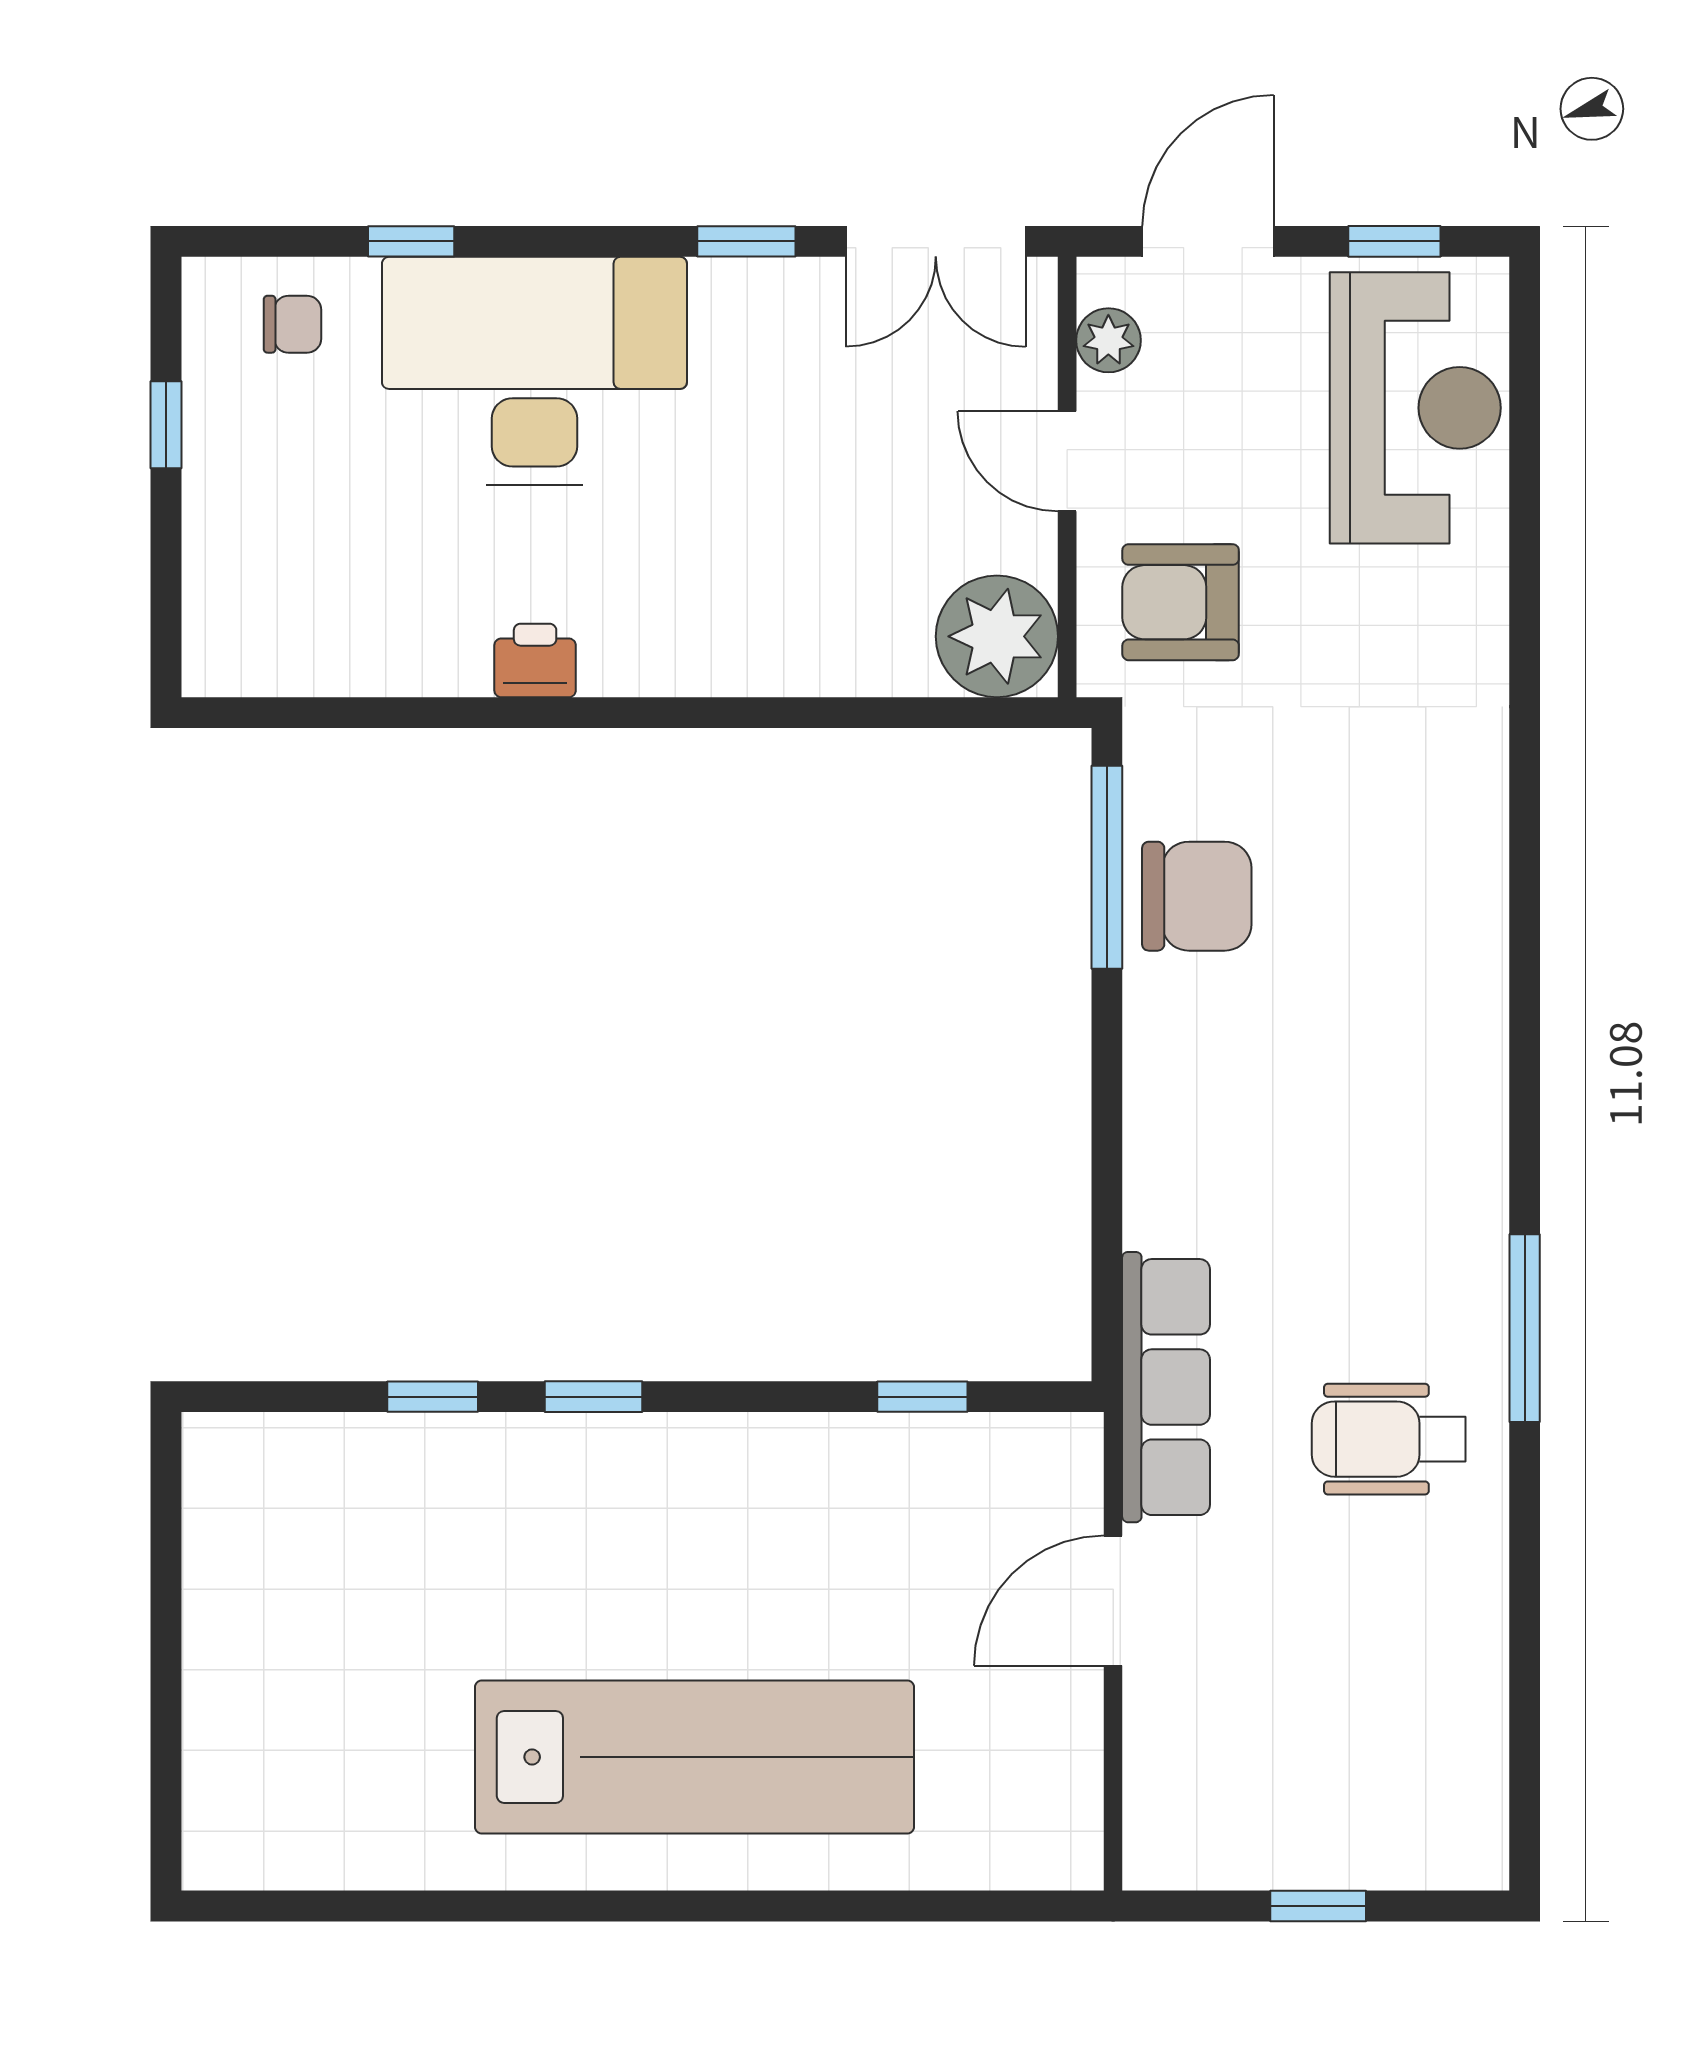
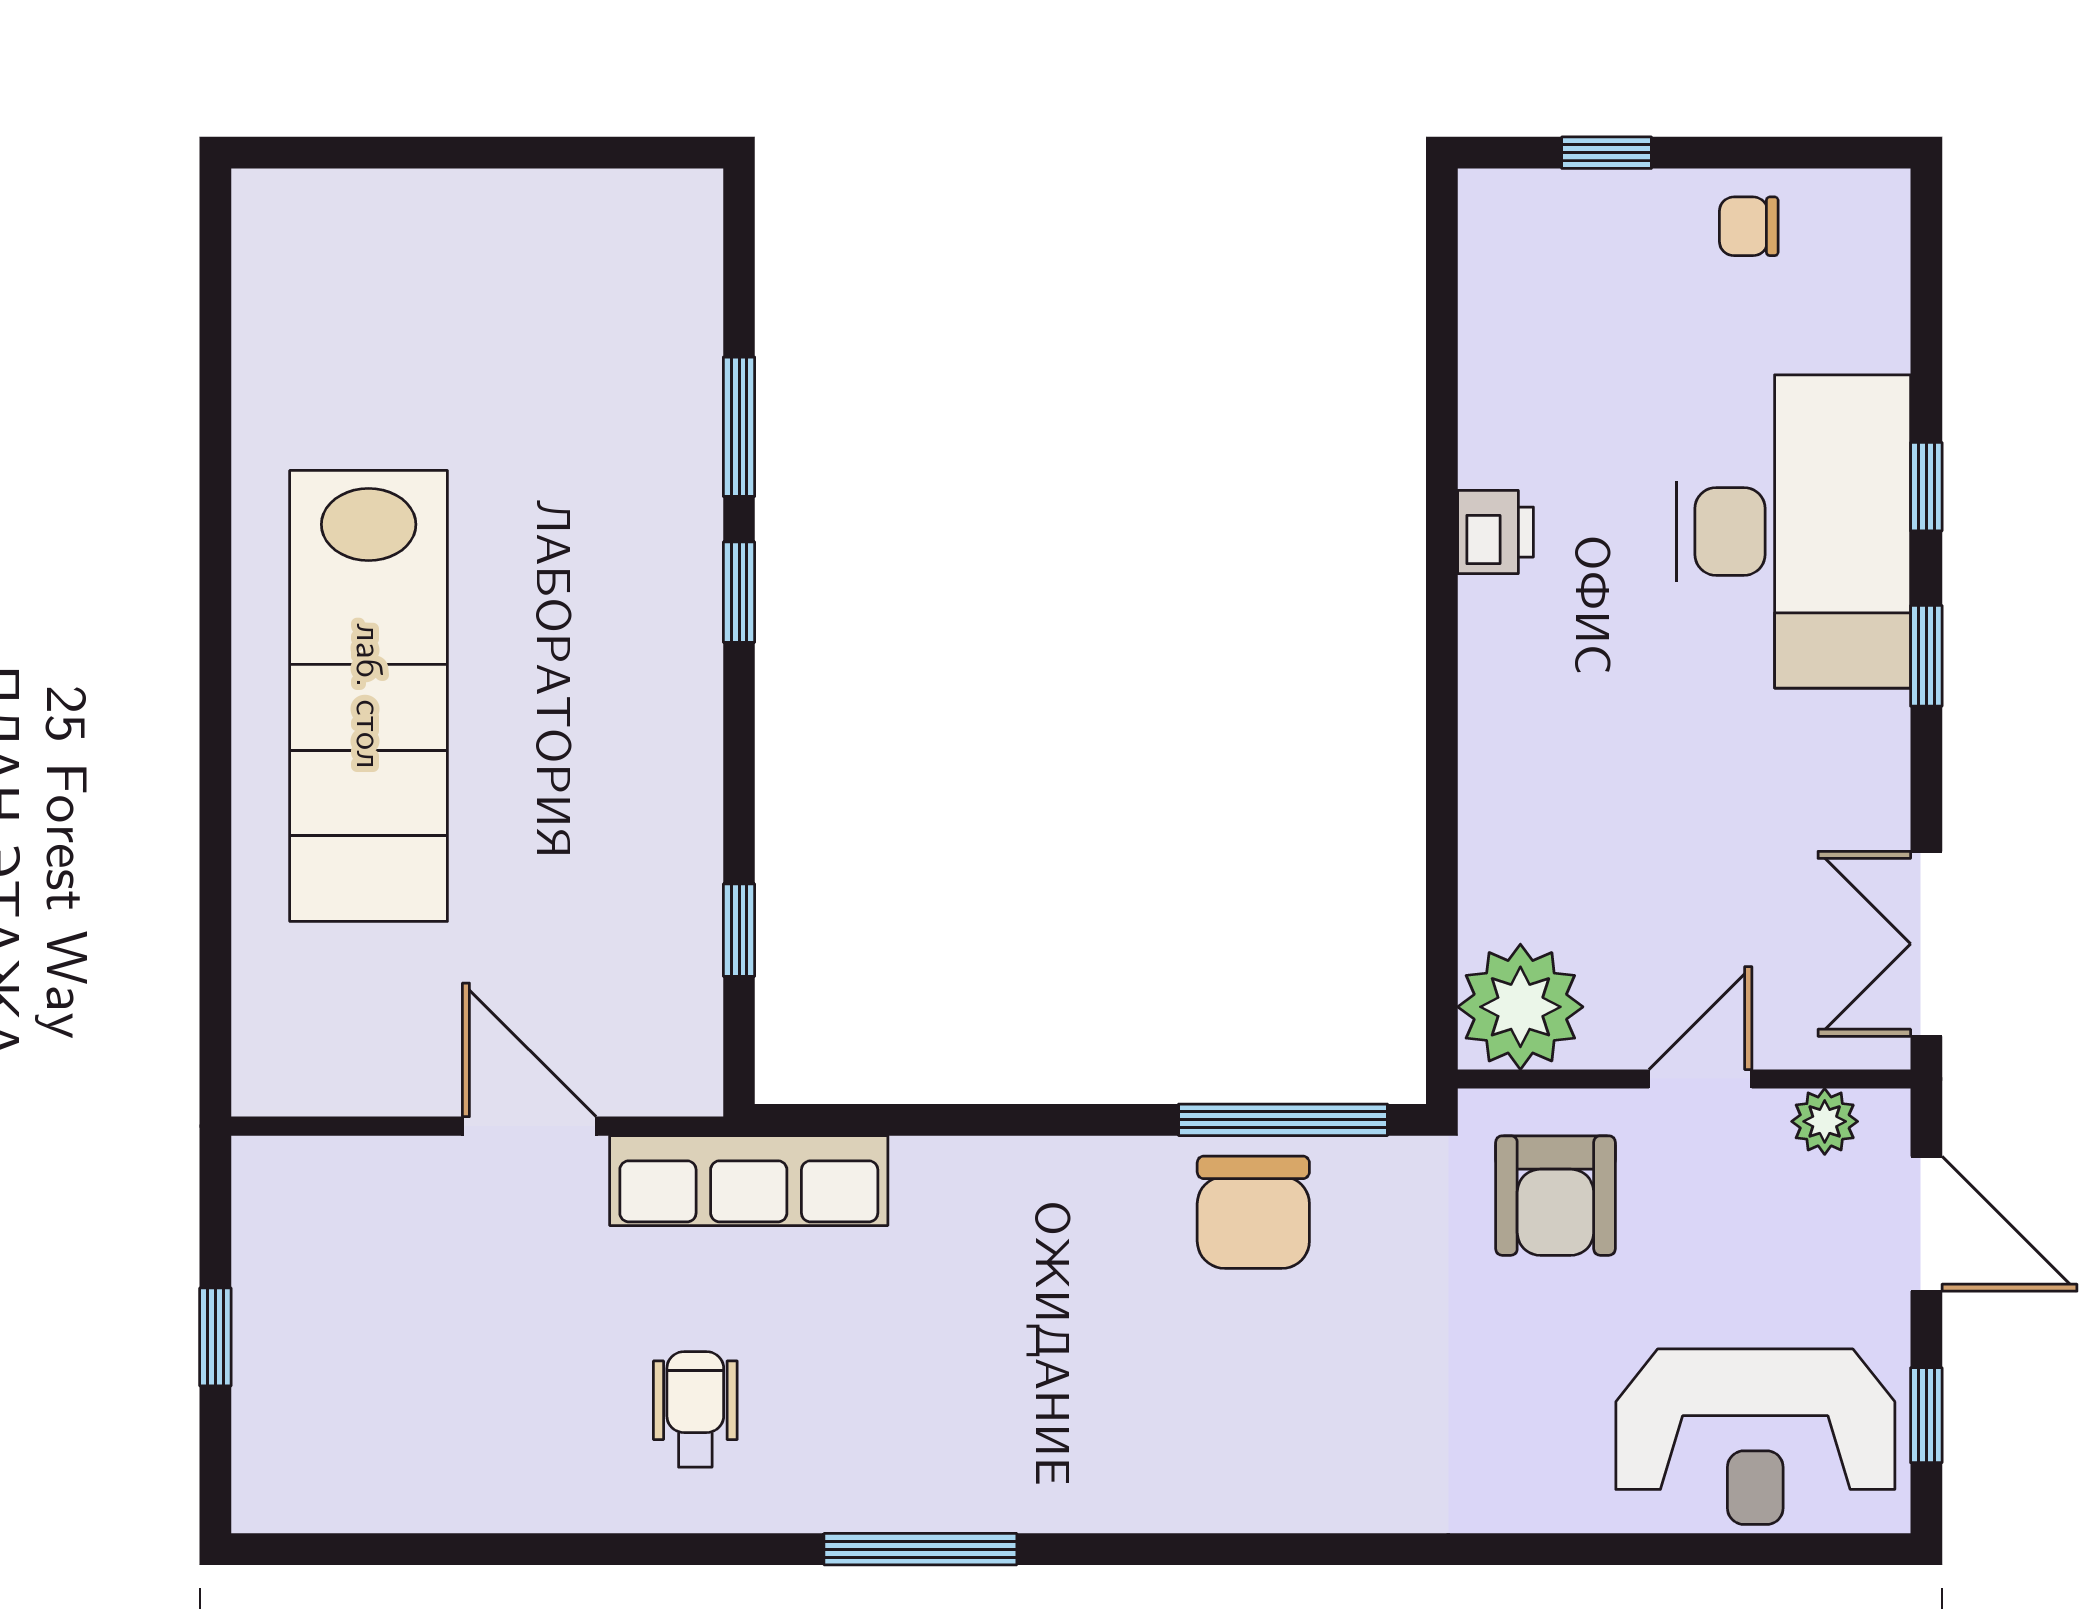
window: (411, 241) -> (1926, 487), moved
window: (746, 241) -> (1926, 656), moved
chair: (293, 324) -> (1749, 226), moved, turned 90
window: (166, 425) -> (1607, 153), moved
armchair: (1181, 602) -> (1555, 1196), turned 180
window: (1525, 1328) -> (920, 1549), moved
window: (433, 1397) -> (739, 427), width x1.50
wheelchair: (1389, 1439) -> (695, 1409), width x0.73, depth x0.73

